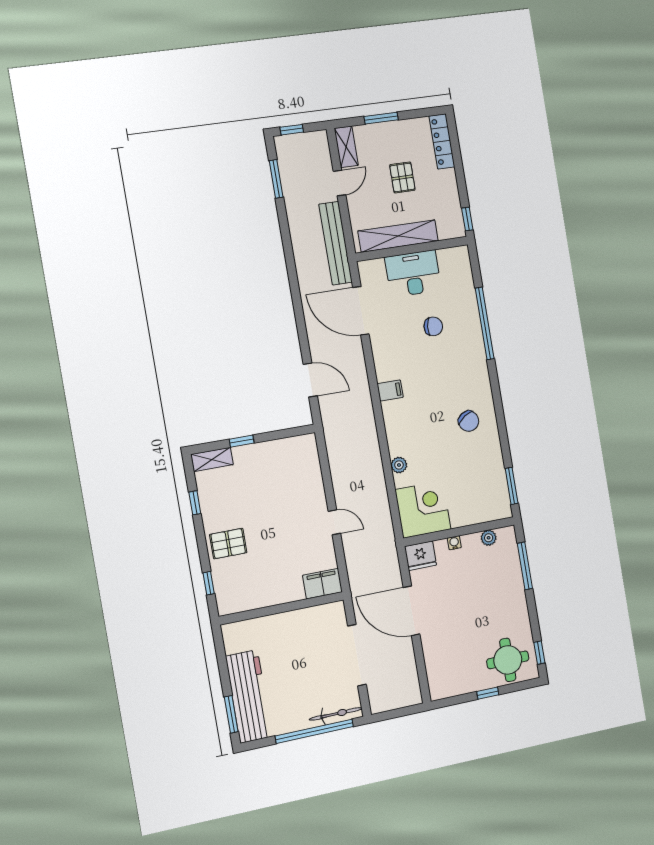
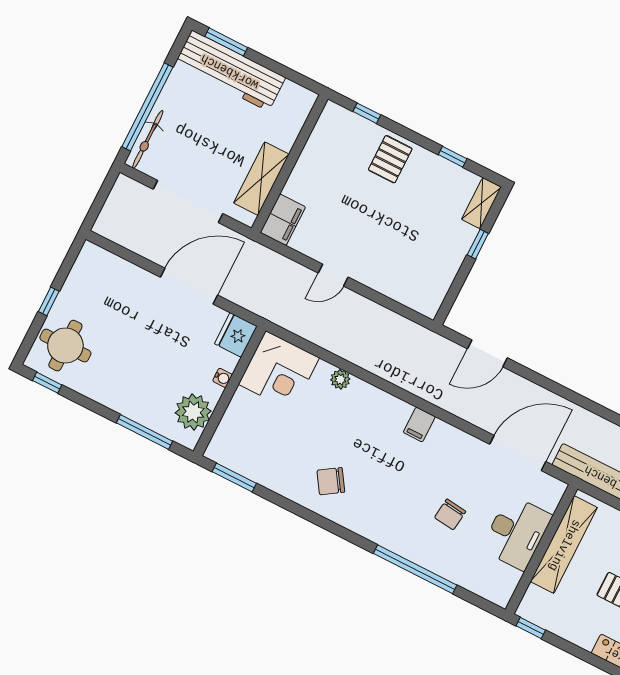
plant: (489, 538) -> (193, 412), width x1.88, depth x1.88
shelving: (306, 619) -> (261, 179), added

